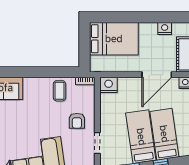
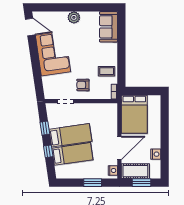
bed: (114, 39) -> (134, 114), moved
door: (157, 75) -> (119, 148), swing flipped
nightstand: (109, 85) -> (111, 110), removed

